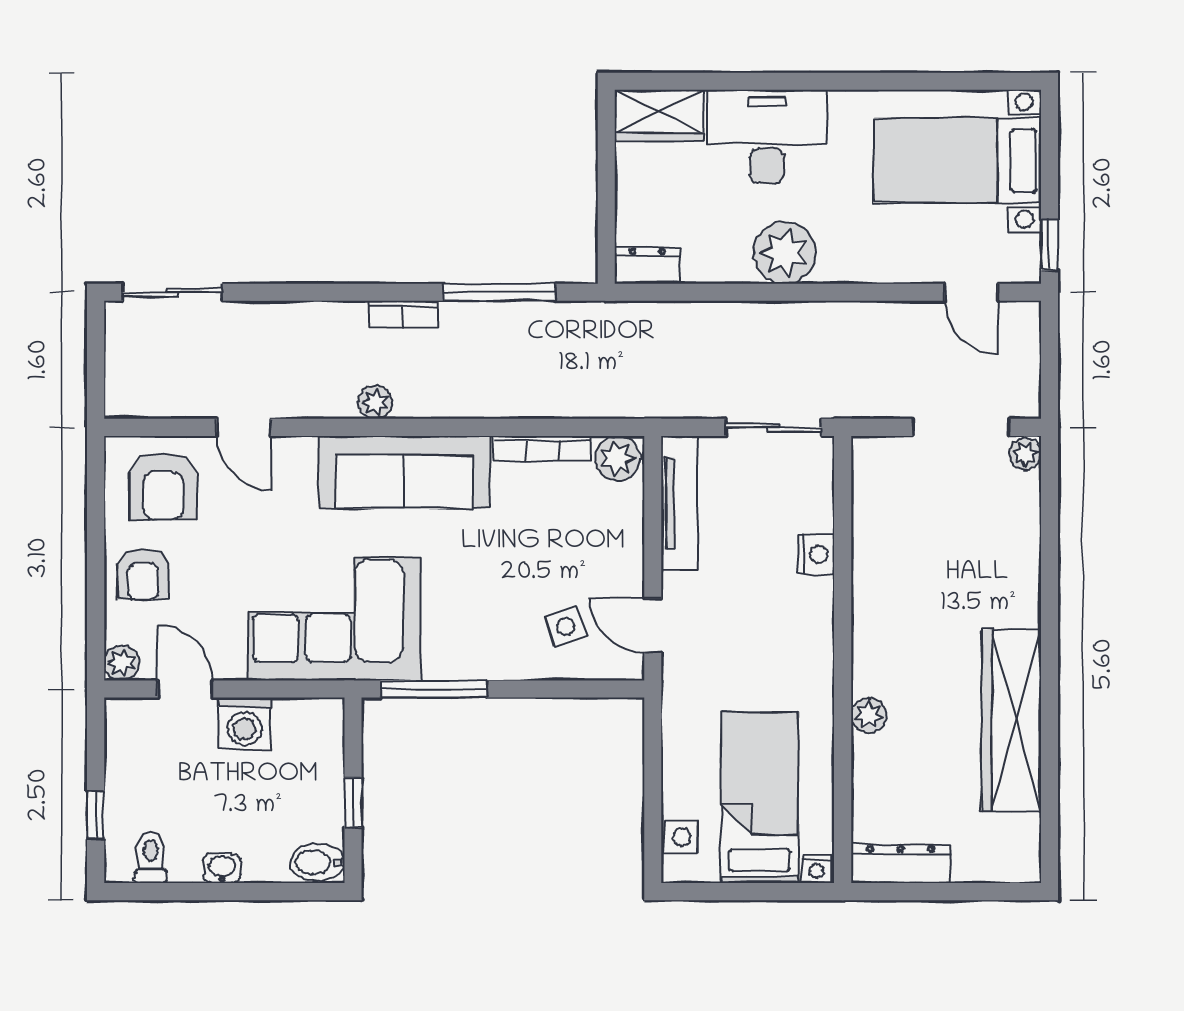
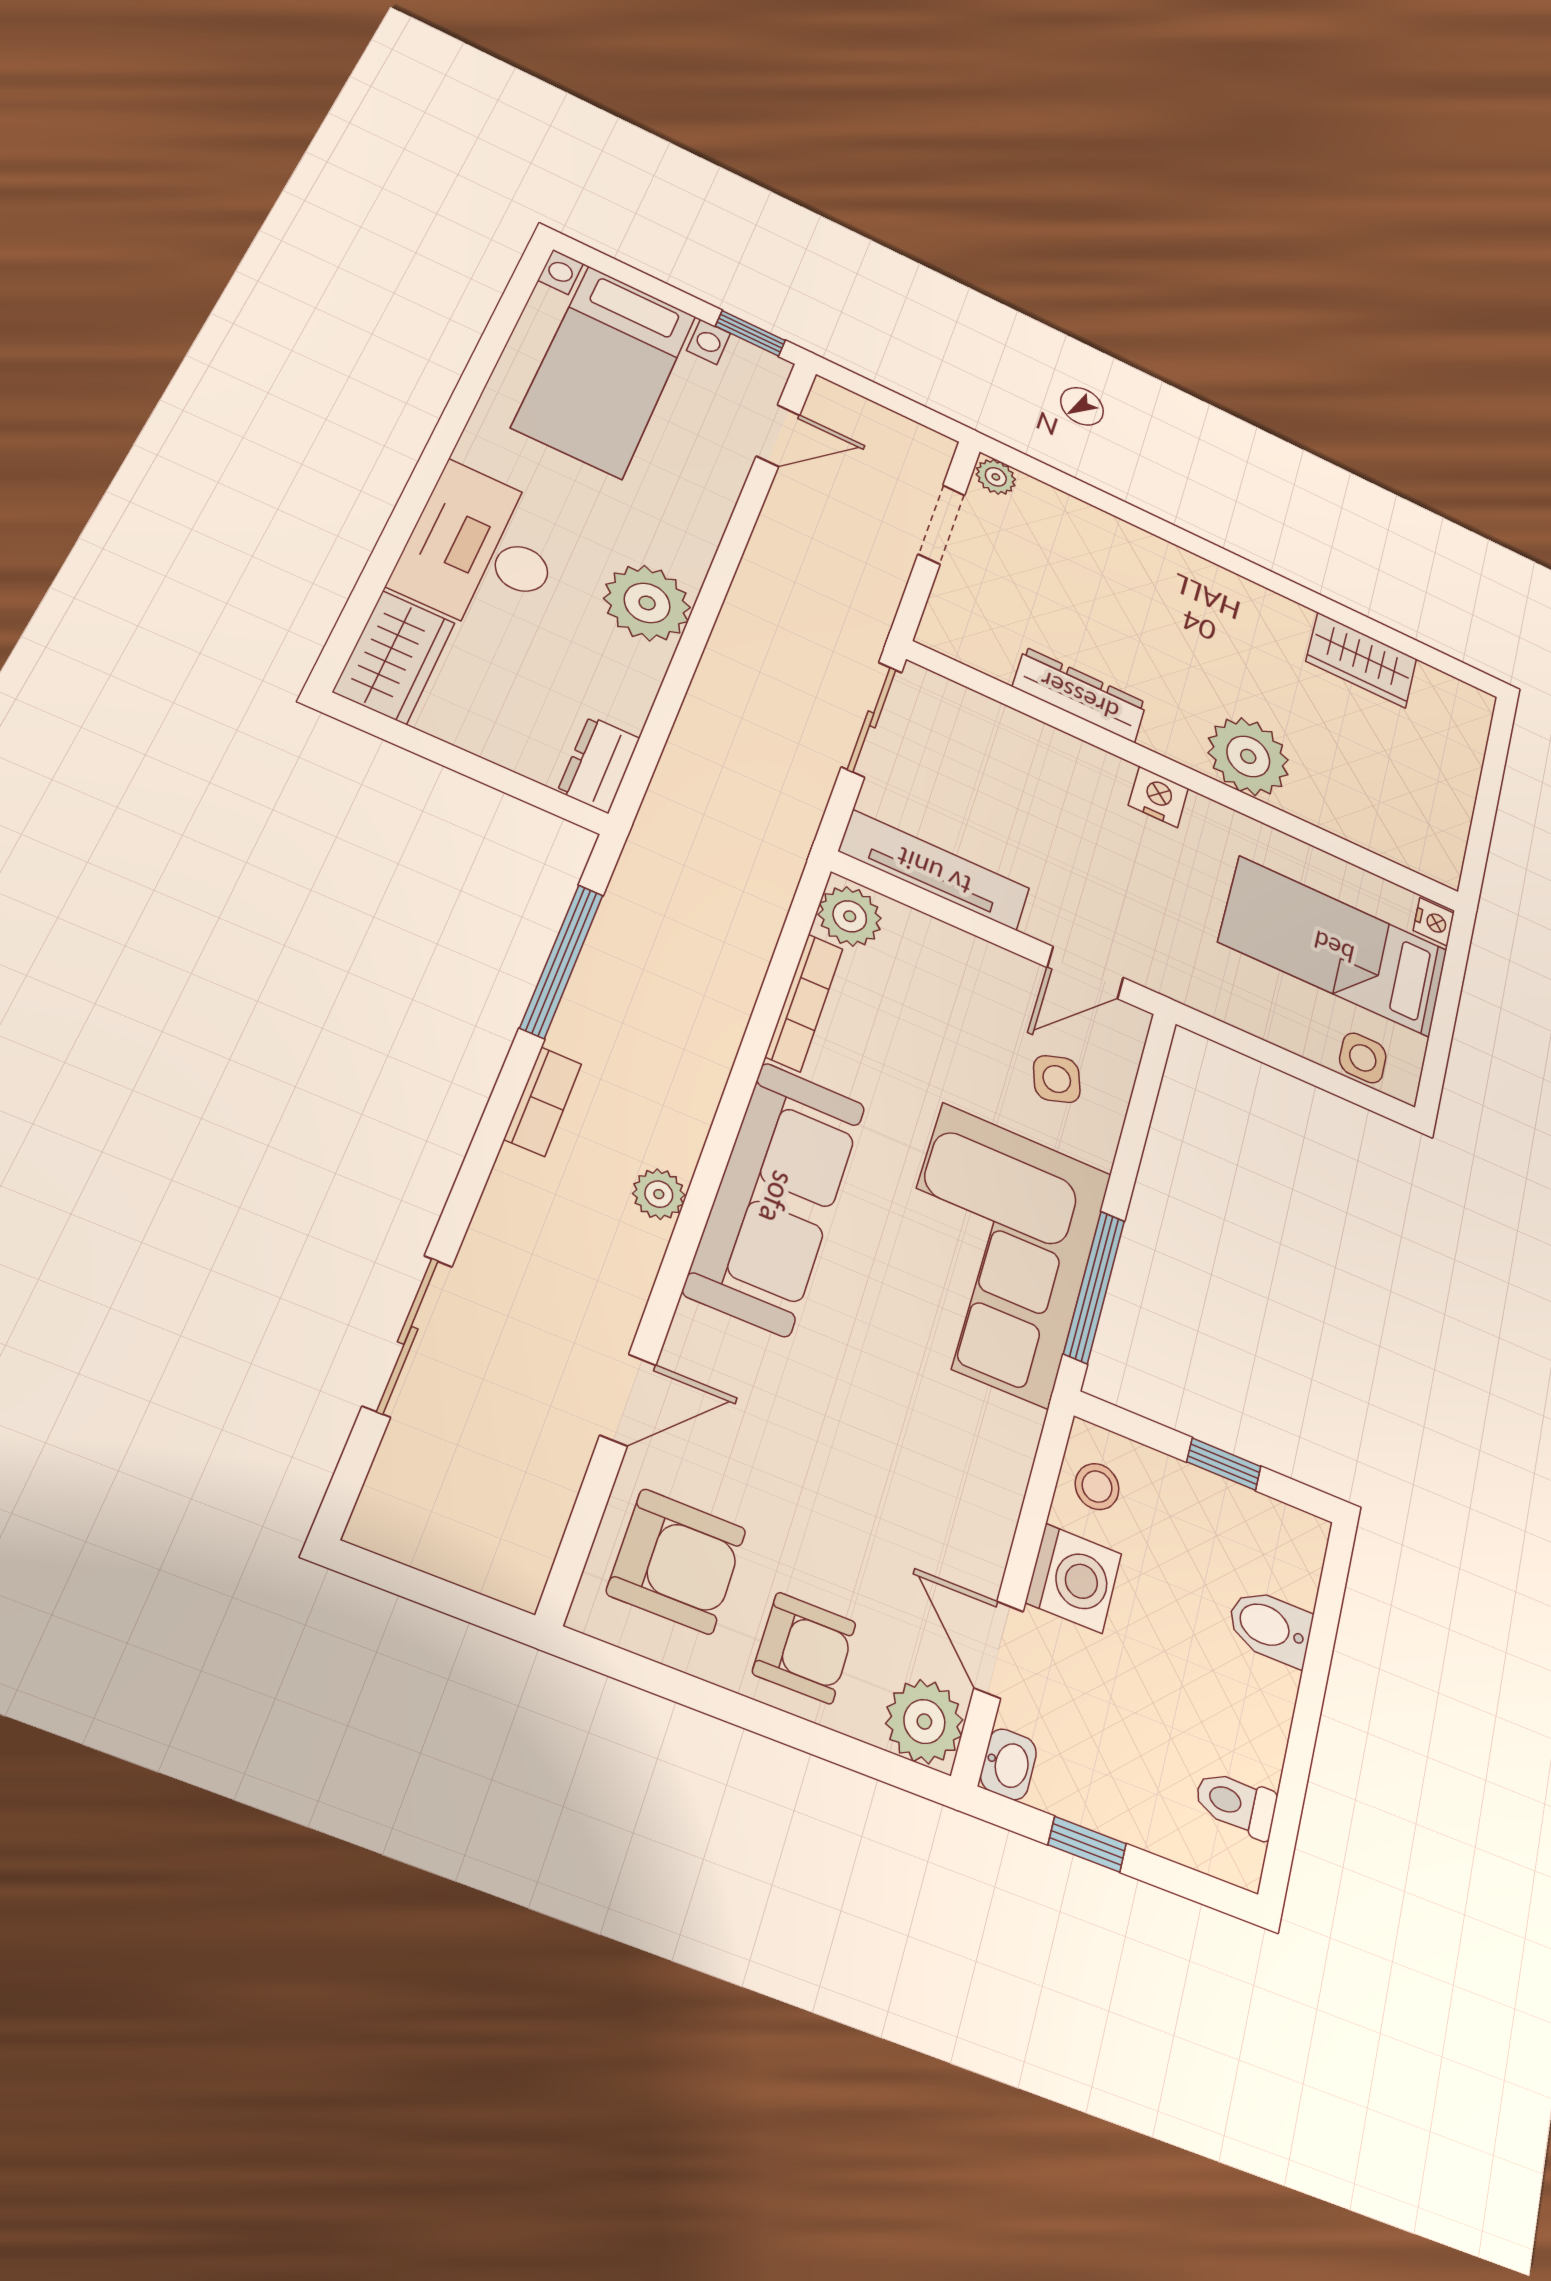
sliding door: (173, 292) -> (408, 1335), moved
doorway: (961, 427) -> (941, 524), width x0.73
nightstand: (816, 554) -> (1158, 797), moved
corner sofa: (334, 619) -> (995, 1253), moved
plant: (122, 663) -> (924, 1722), width x1.38, depth x1.38
door: (185, 689) -> (999, 1650), hinge flipped
plant: (869, 715) -> (1248, 756), width x1.88, depth x1.88
wardrobe: (1012, 720) -> (1361, 660), width x0.48, depth x0.85
stool: (306, 724) -> (1097, 1487), added
window: (96, 815) -> (1087, 1844), moved
bidet: (317, 862) -> (1270, 1627), moved, turned 90
dresser: (901, 864) -> (1080, 695), moved, turned 90
washbasin: (222, 868) -> (1008, 1764), moved, turned 180

